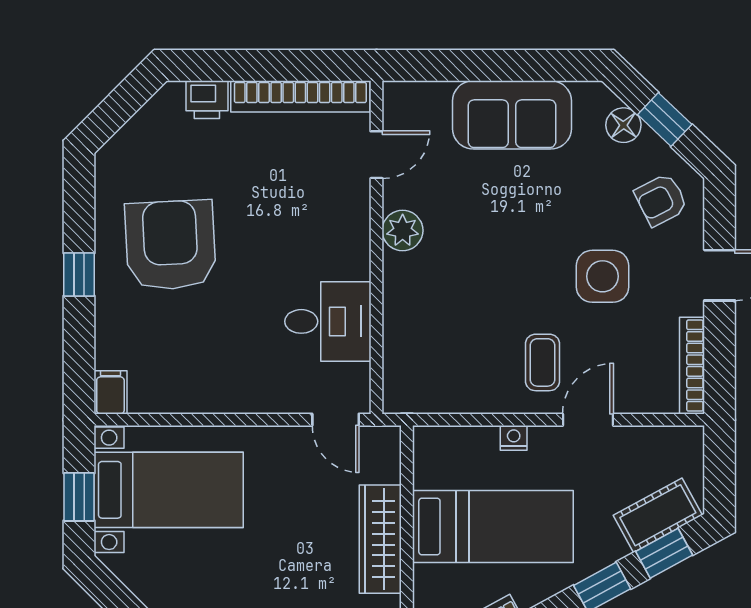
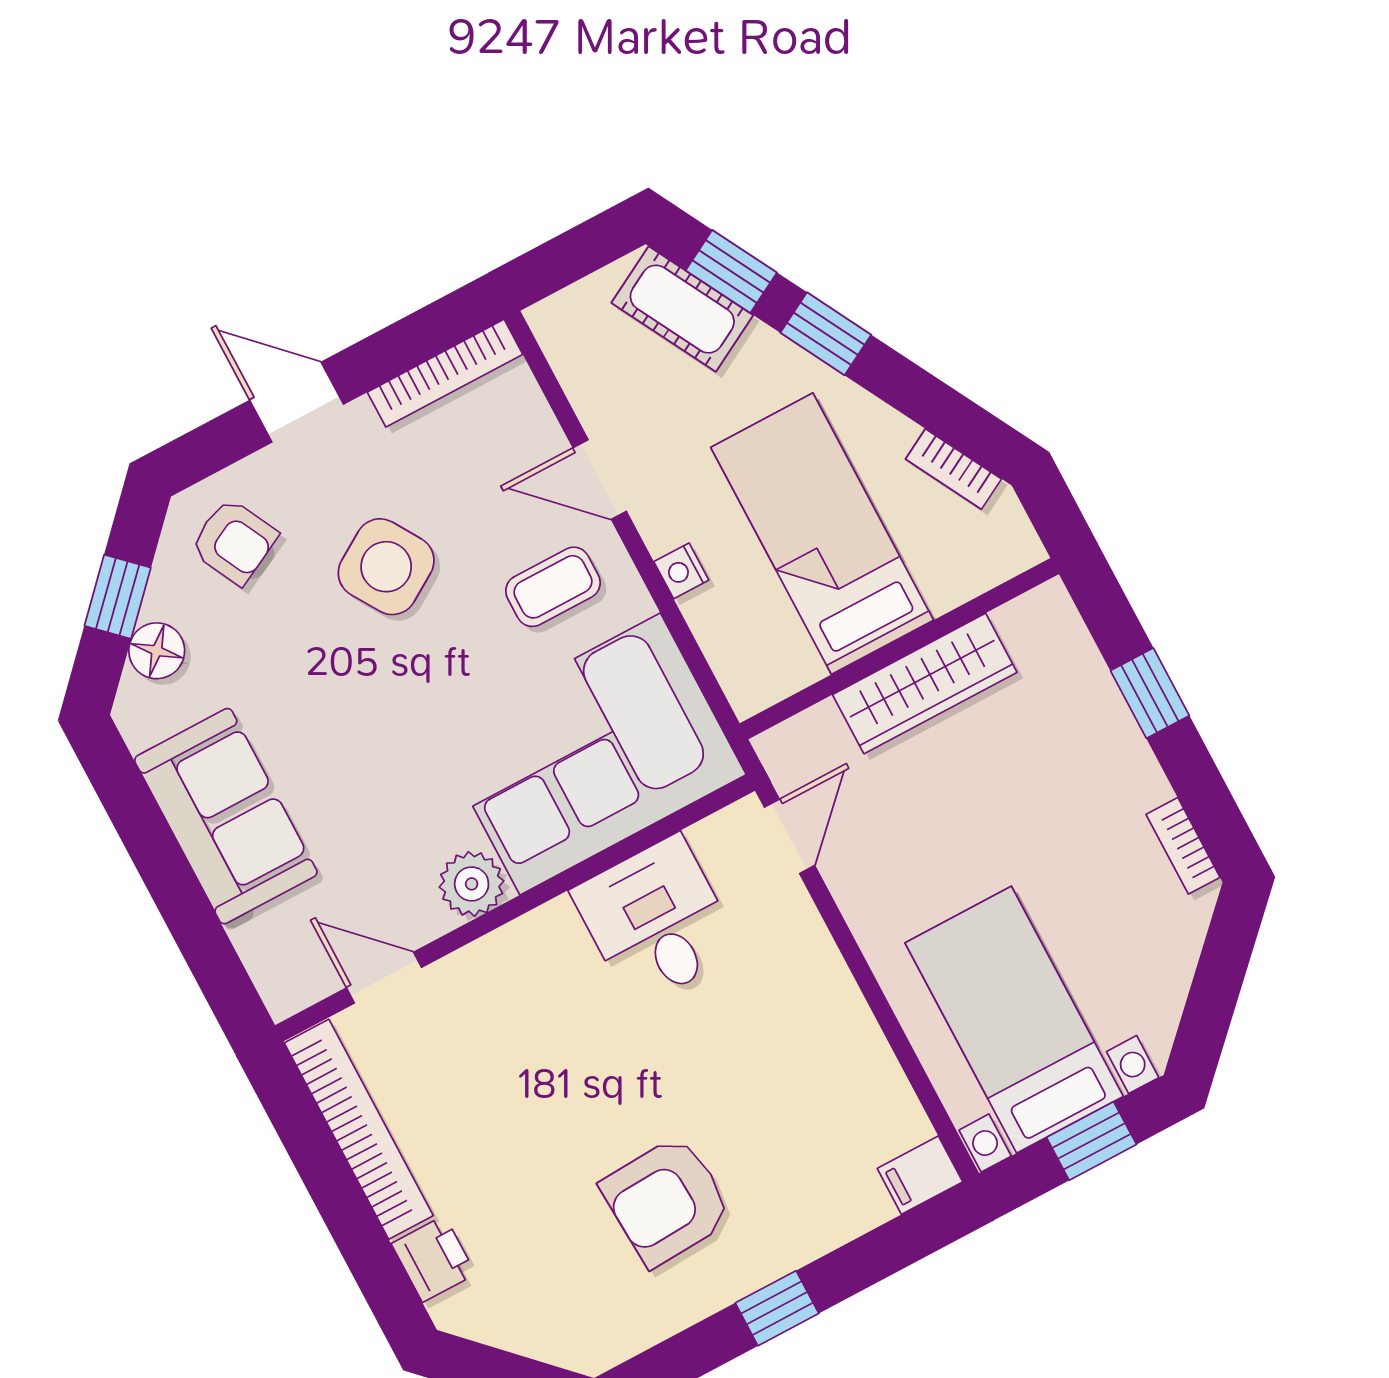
armchair: (171, 245) -> (667, 1201), width x0.73, depth x0.73
side table: (603, 276) -> (386, 567), turned -32
corner sofa: (439, 334) -> (590, 754), added

